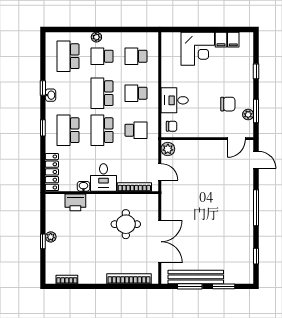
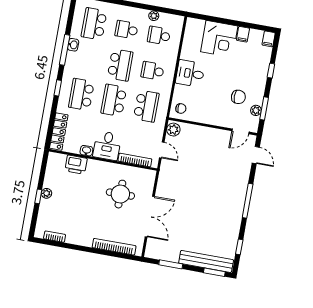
plant: (96, 37) -> (154, 16), moved
filing cabinet: (233, 40) -> (269, 39), moved
window: (43, 88) -> (65, 50), width x2.17
school desk: (102, 93) -> (120, 65), turned 180
washbasin: (51, 95) -> (73, 45), moved
desk: (175, 100) -> (190, 73), moved
school desk: (136, 130) -> (146, 106), width x1.85
bench: (196, 277) -> (206, 261), moved
window: (224, 286) -> (214, 272), moved

